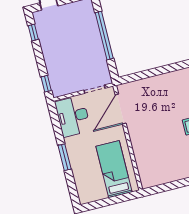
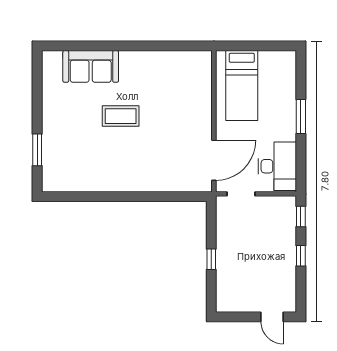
window: (33, 32) -> (301, 256), moved
window: (104, 36) -> (211, 259), width x0.32

